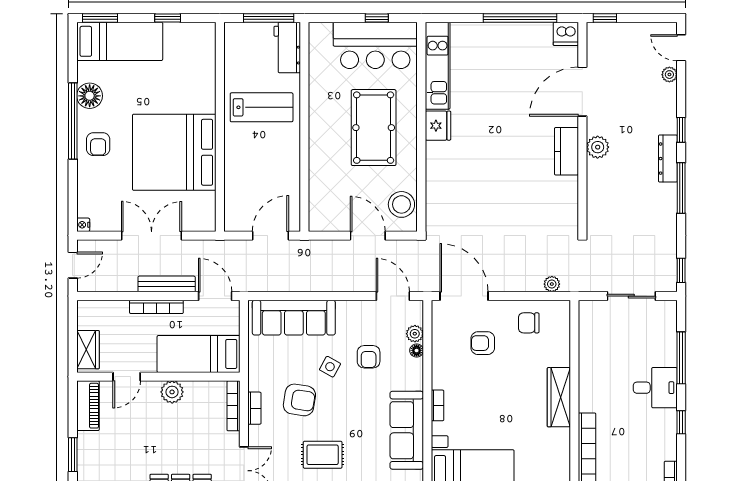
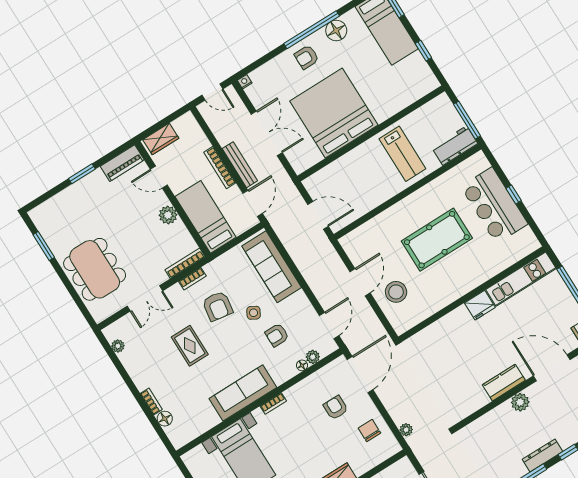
kitchen unit: (438, 66) -> (521, 279), moved
fridge: (438, 126) -> (480, 305), moved
wall: (421, 127) -> (472, 294), moved

